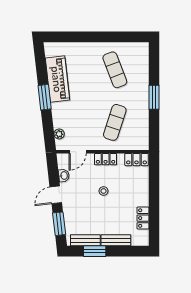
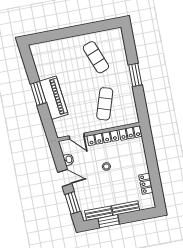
piano: (57, 79) -> (54, 98), moved
plant: (59, 134) -> (57, 123), removed
door: (78, 152) -> (77, 136), hinge flipped
locker: (106, 159) -> (103, 138), width x1.53
door: (56, 195) -> (65, 178), swing flipped

